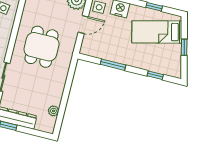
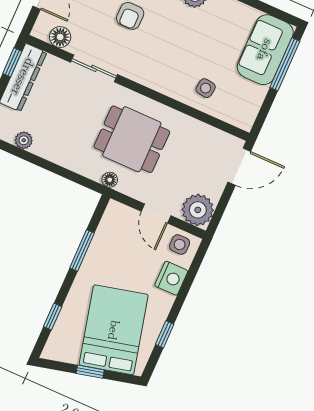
bed: (157, 32) -> (114, 330), width x1.50
floor lamp: (68, 56) -> (110, 180), added

